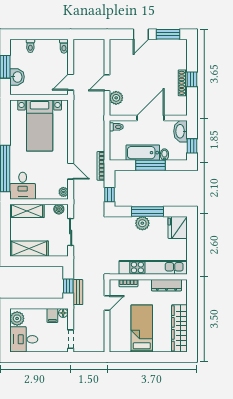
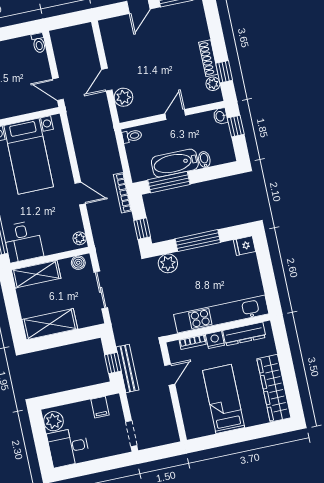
window: (192, 79) -> (224, 72), moved
door: (71, 82) -> (58, 89), hinge flipped
plant: (182, 102) -> (213, 84), added
door: (151, 118) -> (175, 114), width x0.53
washbasin: (180, 131) -> (220, 116), width x0.52, depth x0.69
window: (192, 146) -> (236, 126), moved
window: (151, 165) -> (169, 182), moved
door: (71, 171) -> (80, 193), moved
plant: (142, 223) -> (168, 263), moved
fridge: (178, 227) -> (244, 246), width x0.53, depth x0.75
nightstand: (145, 285) -> (215, 340), added
bench: (78, 292) -> (128, 368), width x1.36
floor lamp: (63, 313) -> (114, 401), removed

